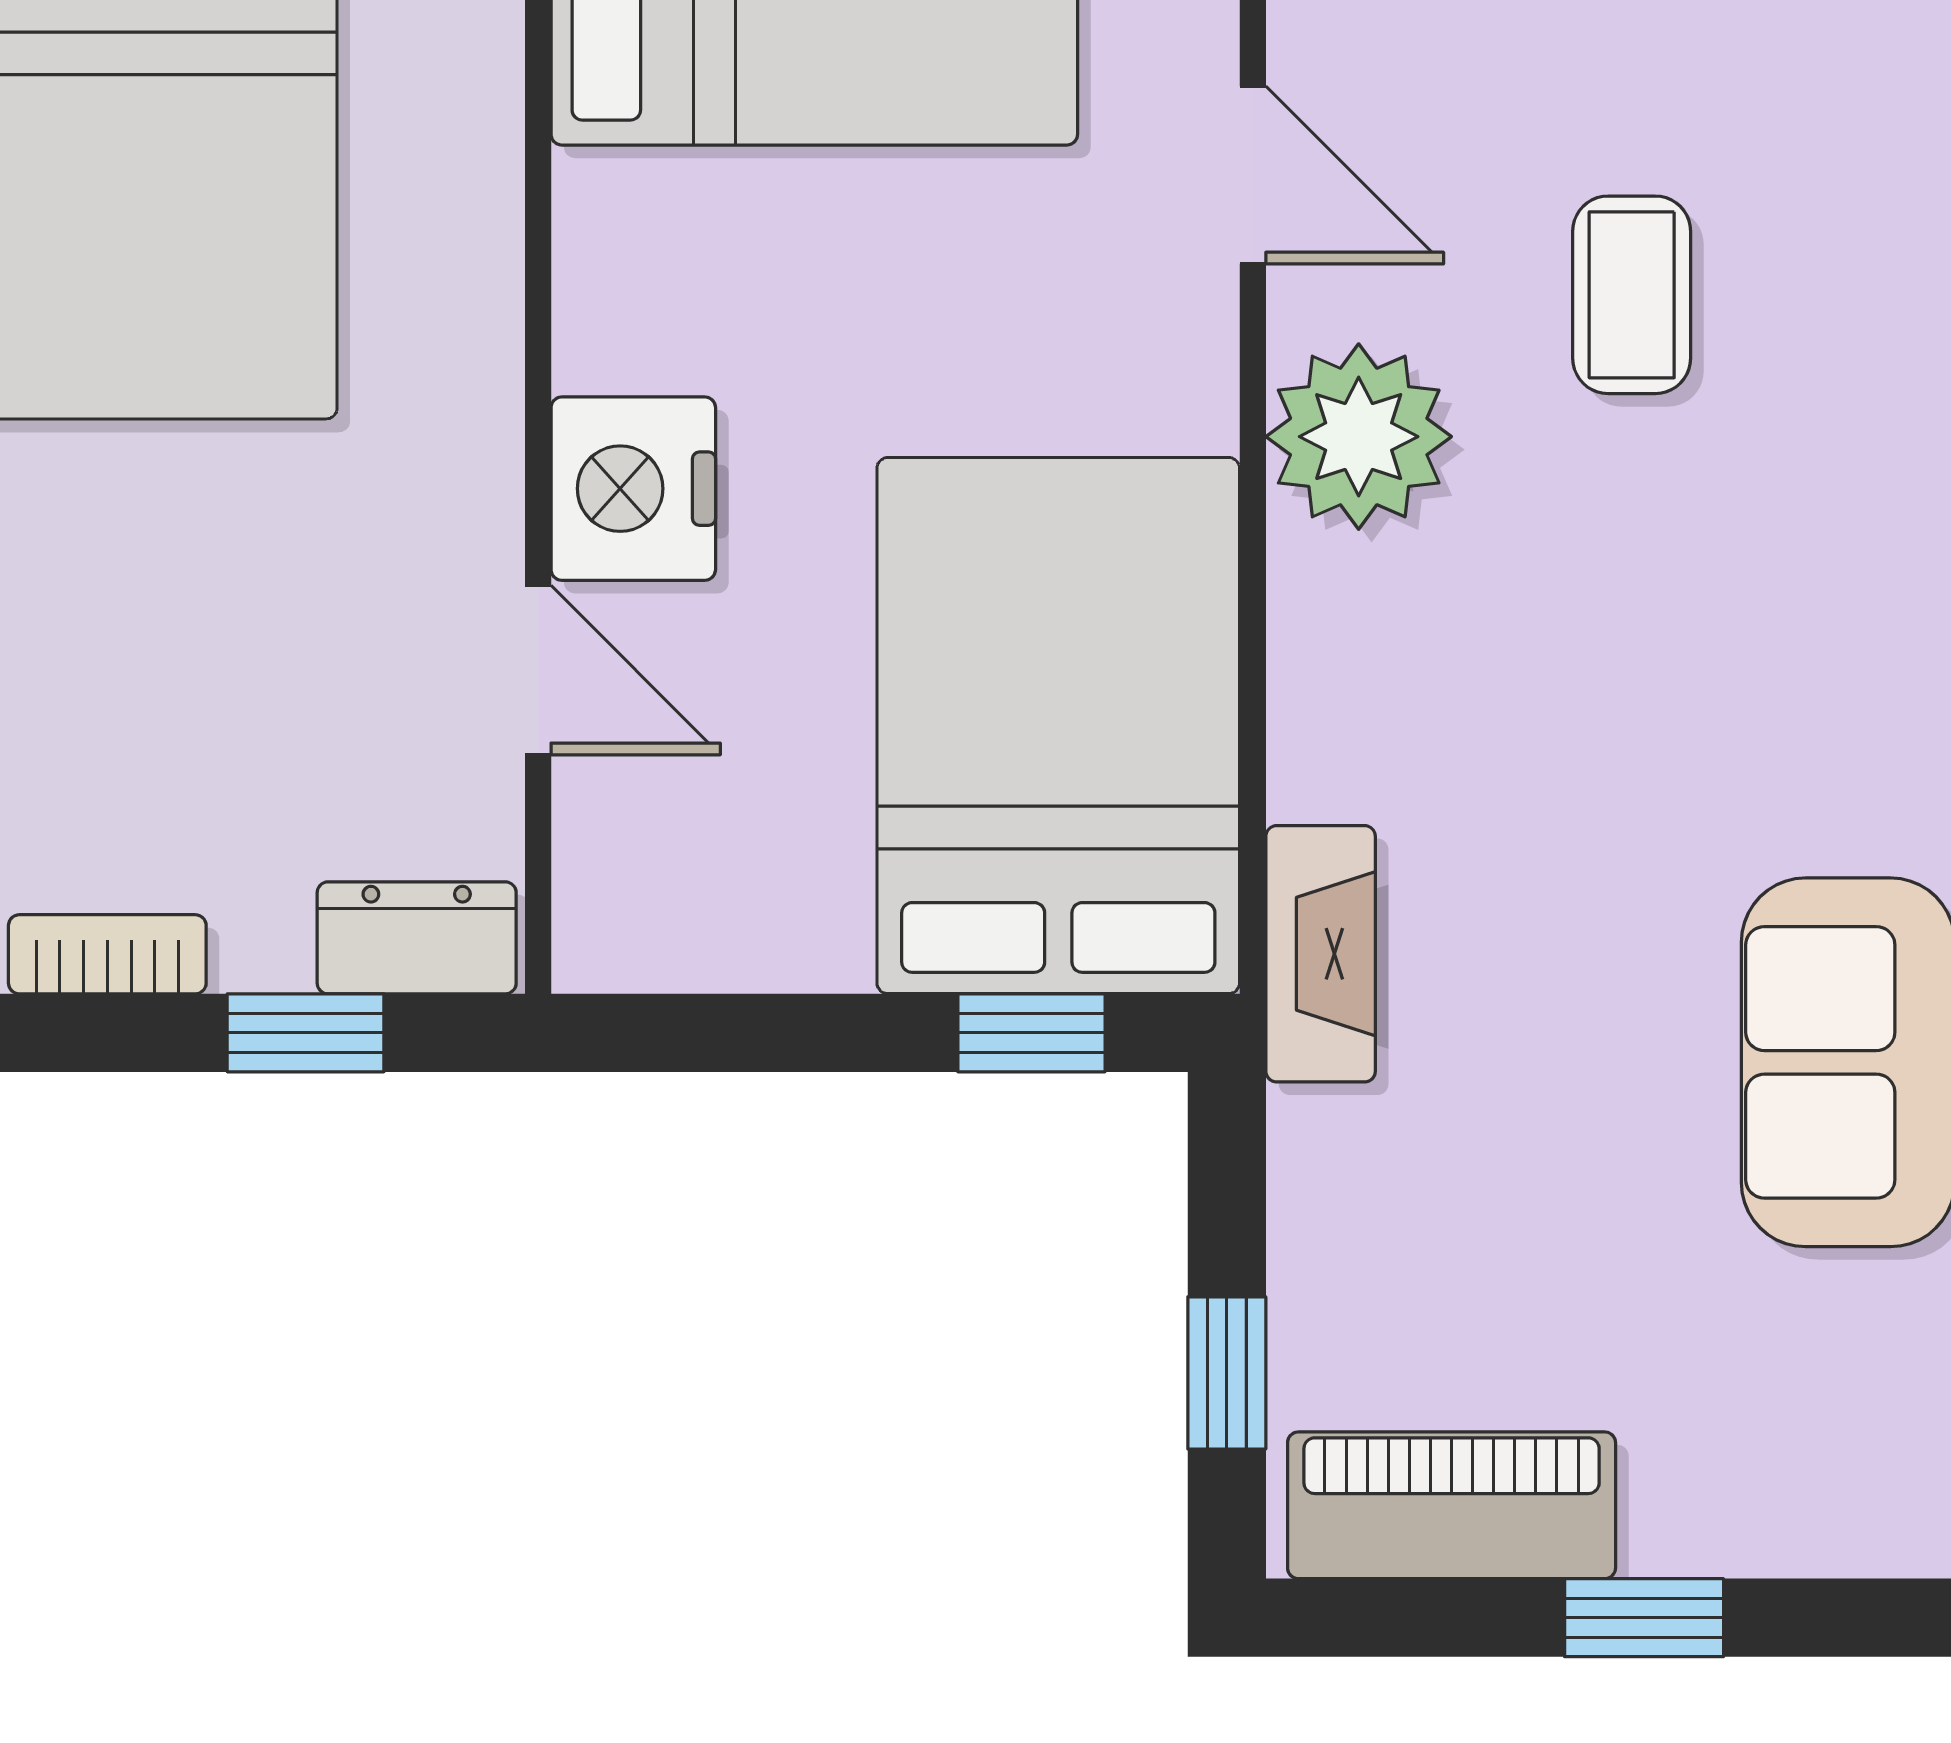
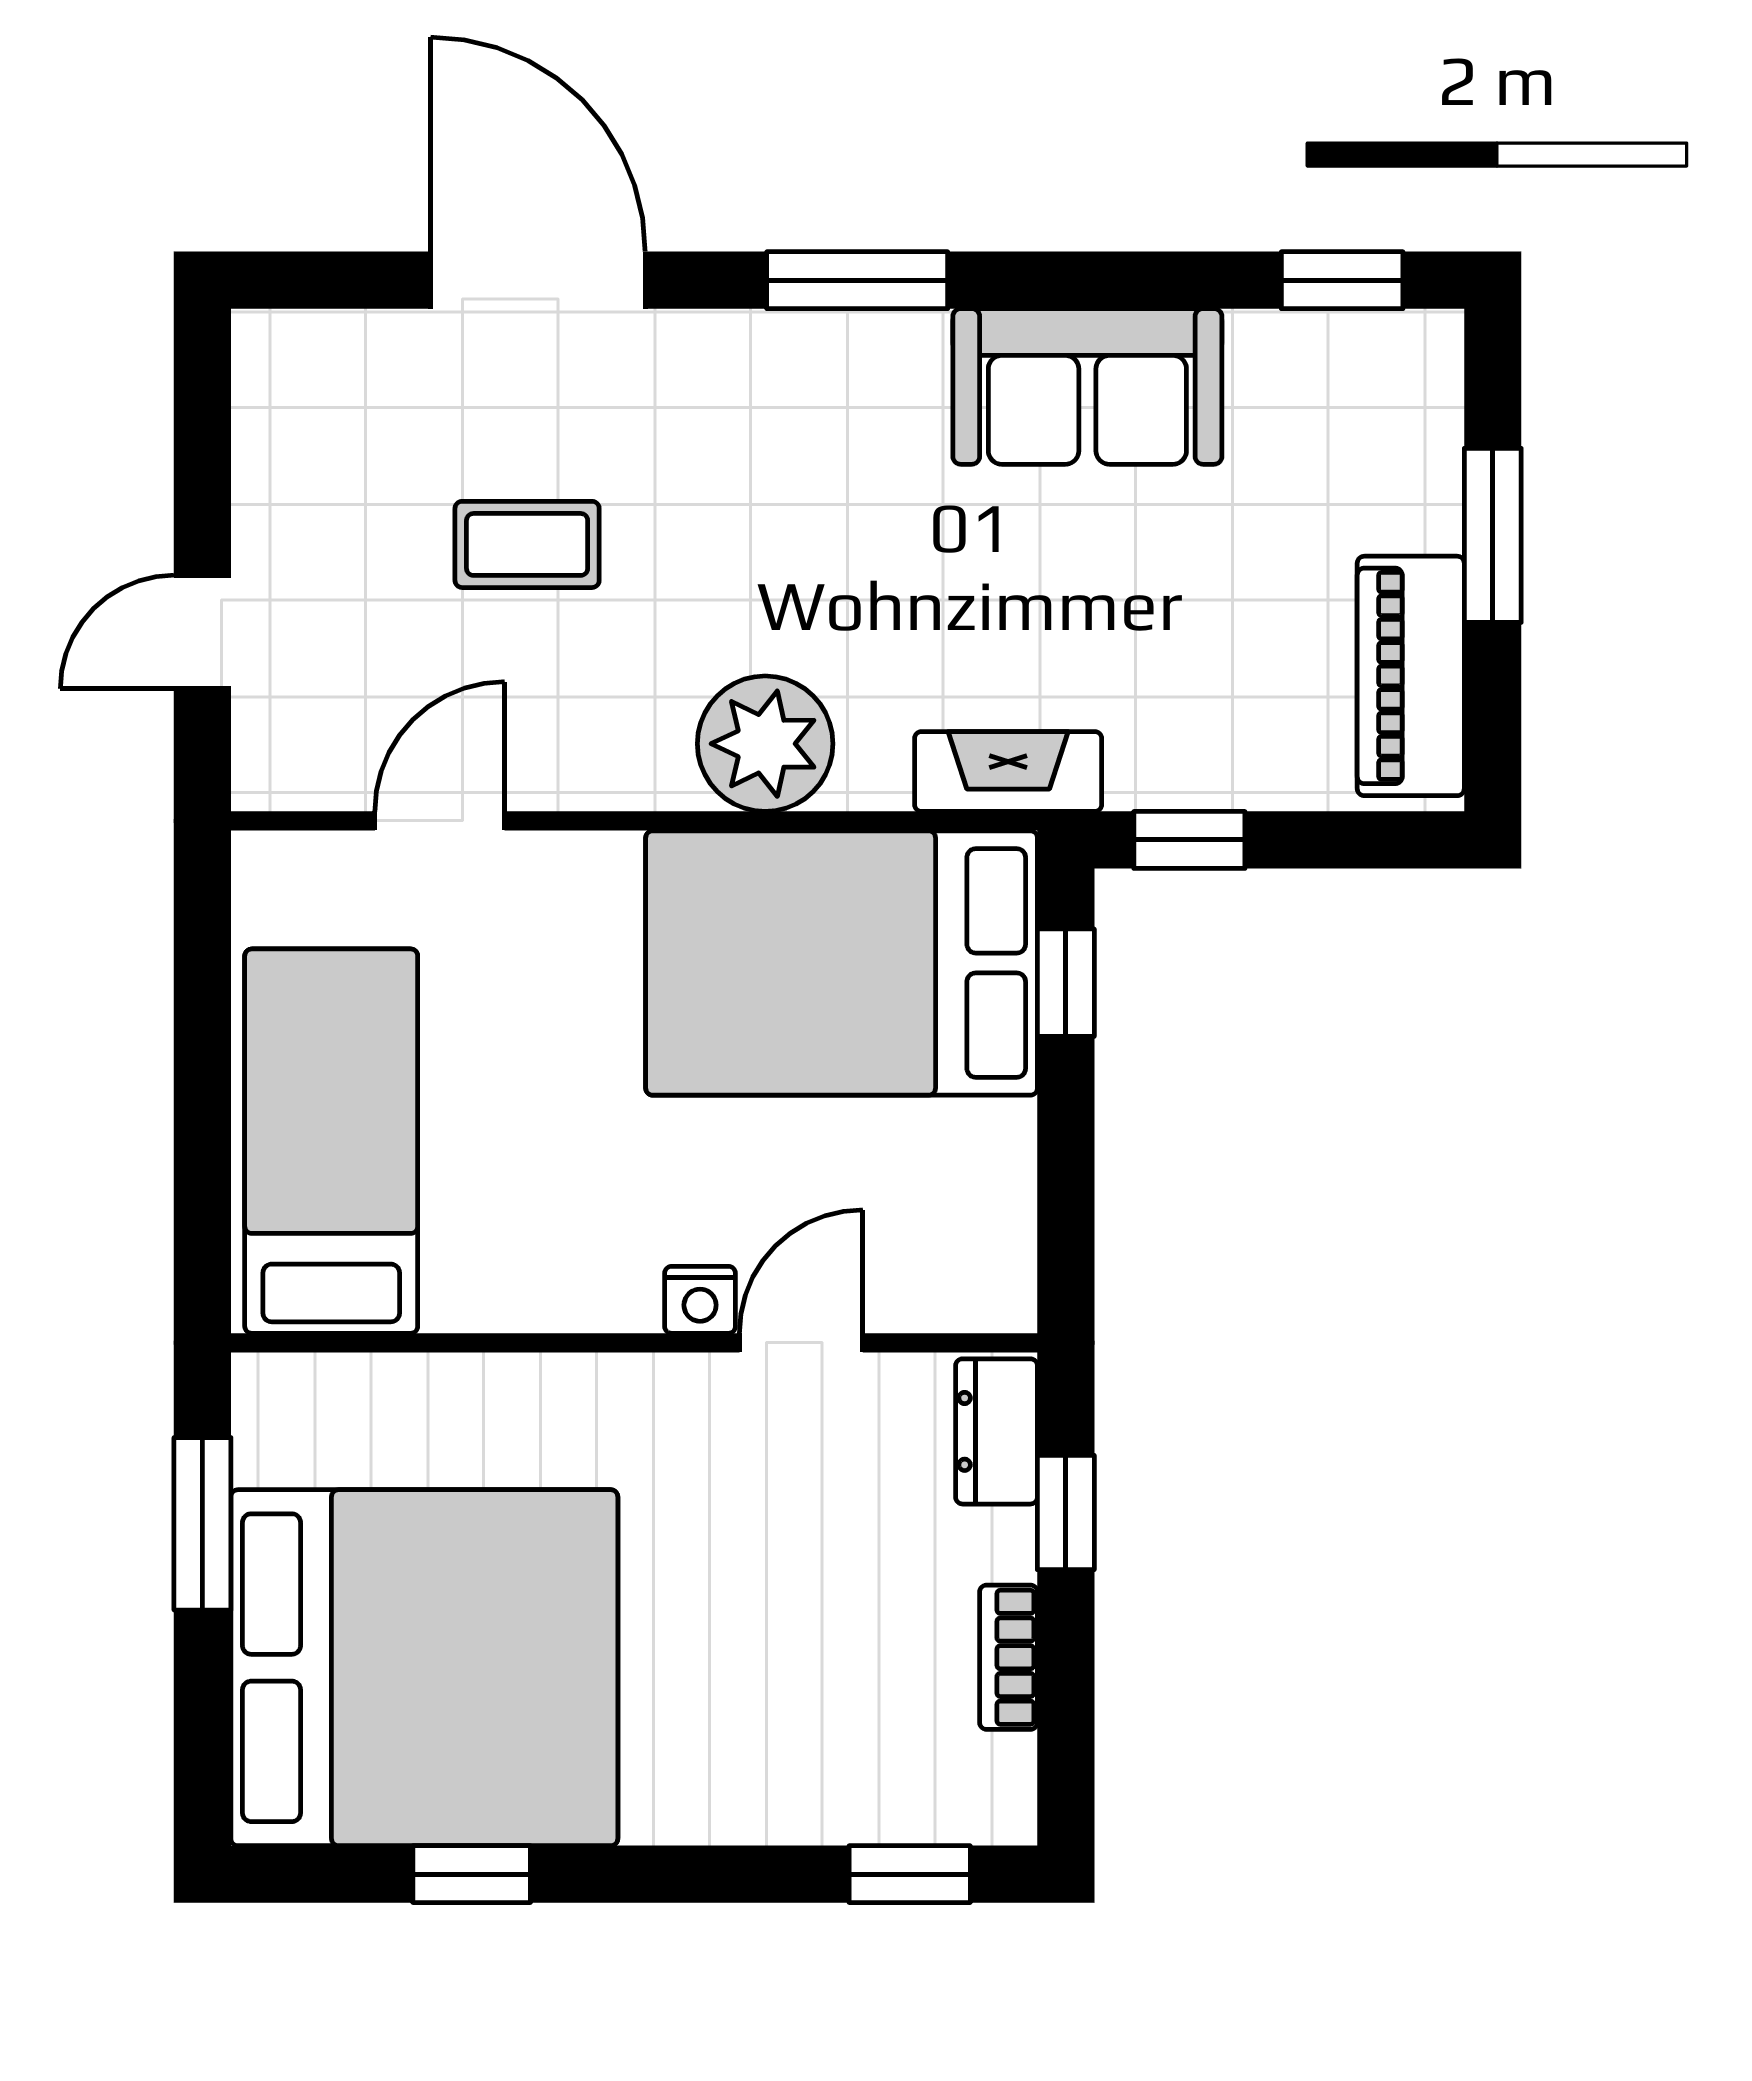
plant: (1359, 437) -> (765, 744), moved
nightstand: (633, 489) -> (700, 1300), width x0.53, depth x0.56
window: (1227, 1373) -> (1189, 840), moved
window: (1644, 1618) -> (1493, 535), width x1.50

